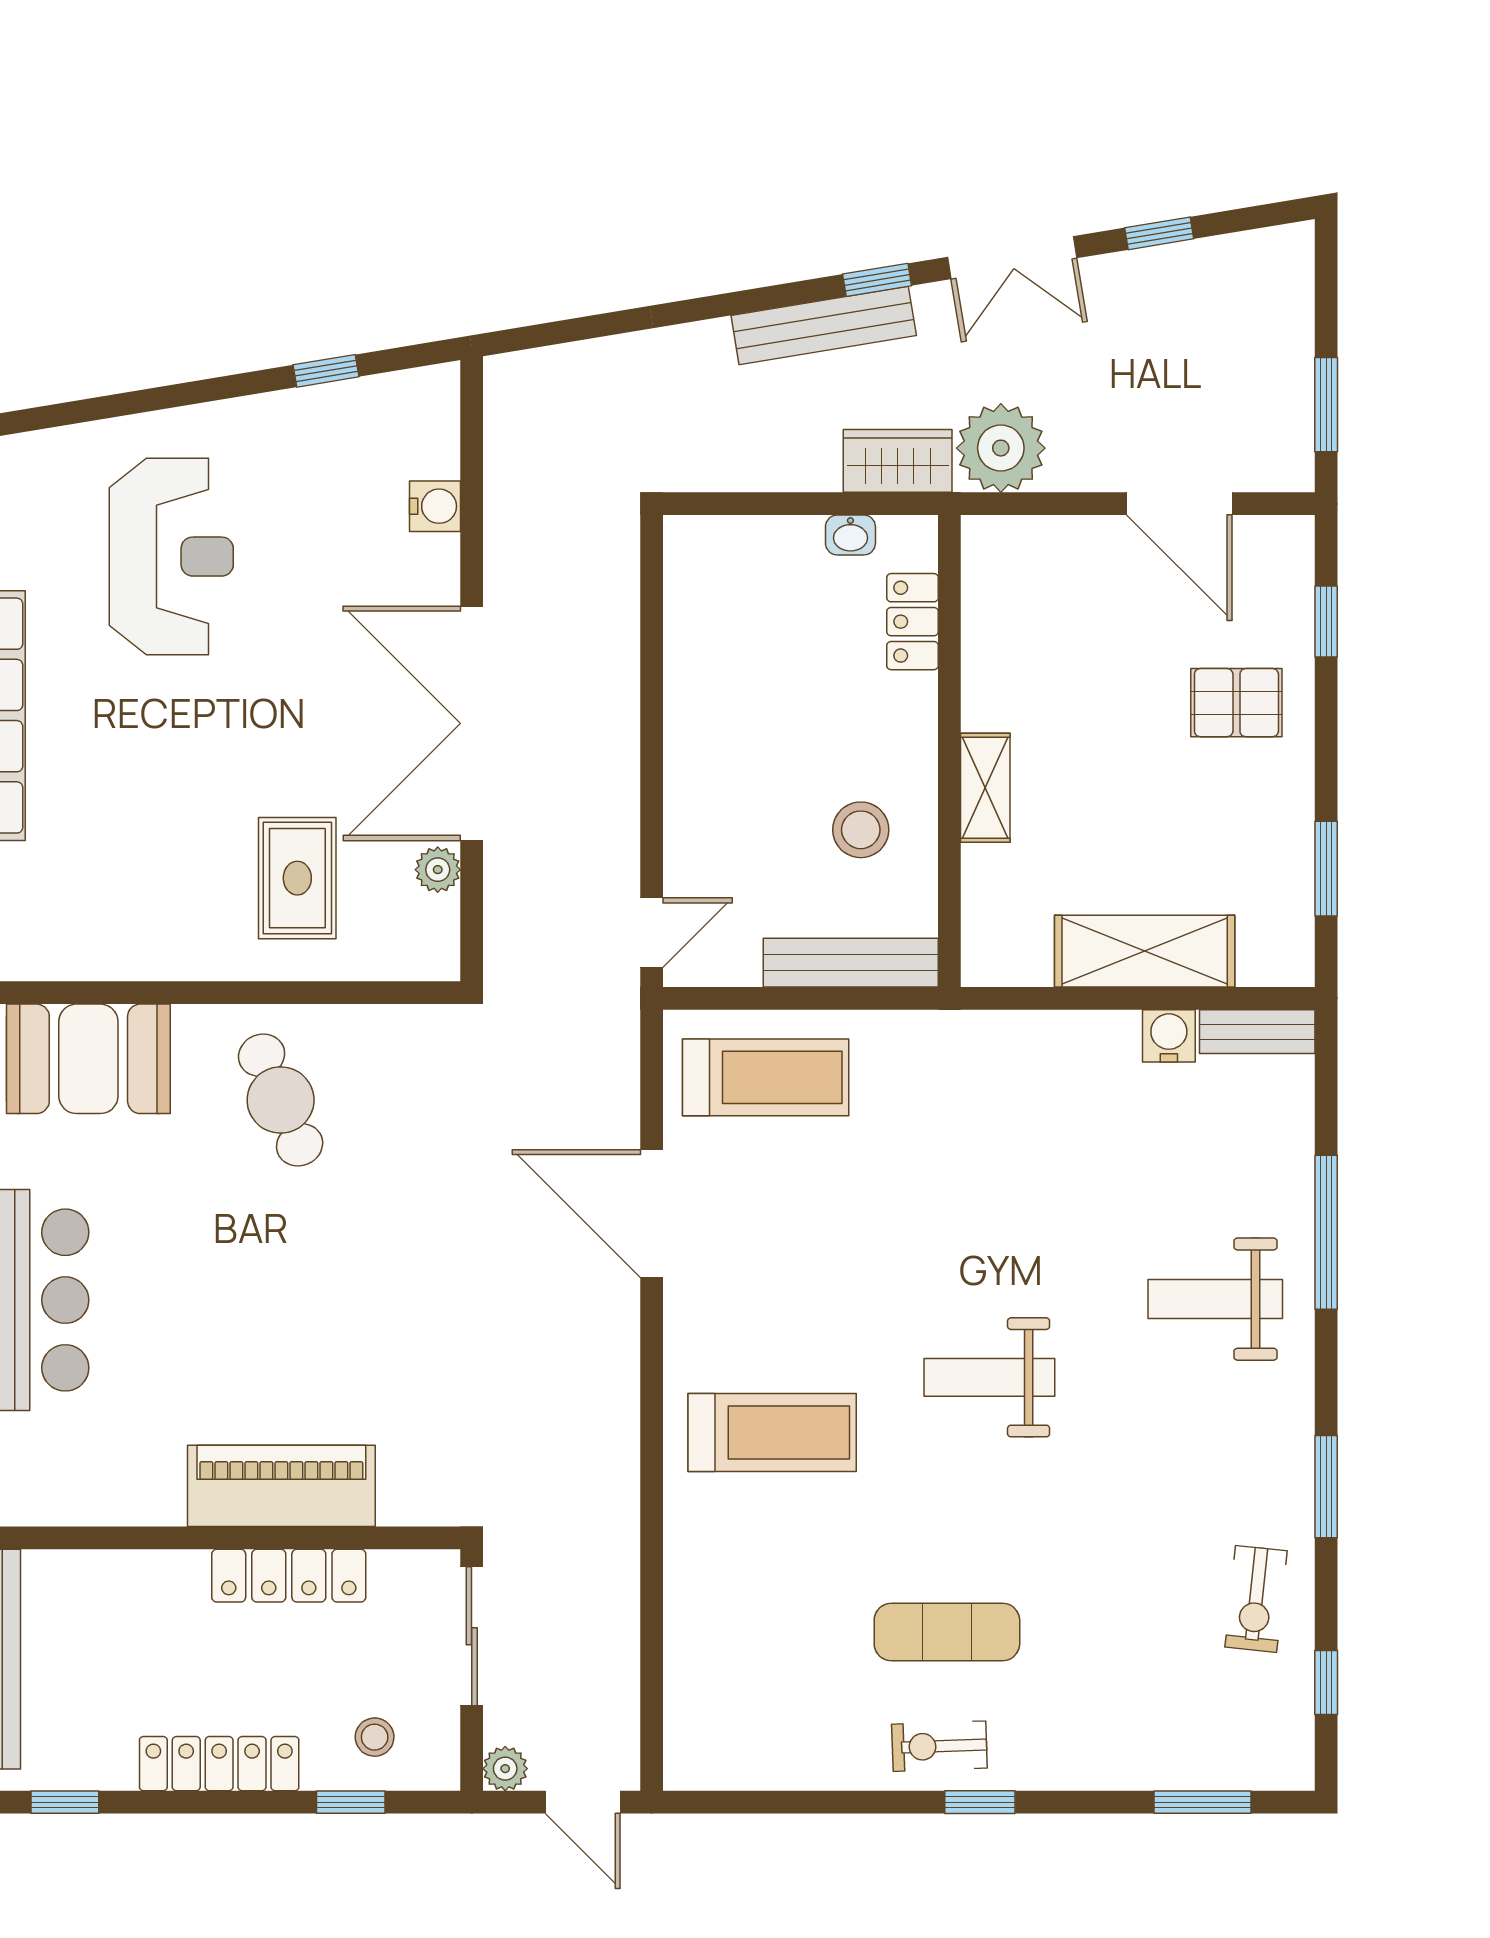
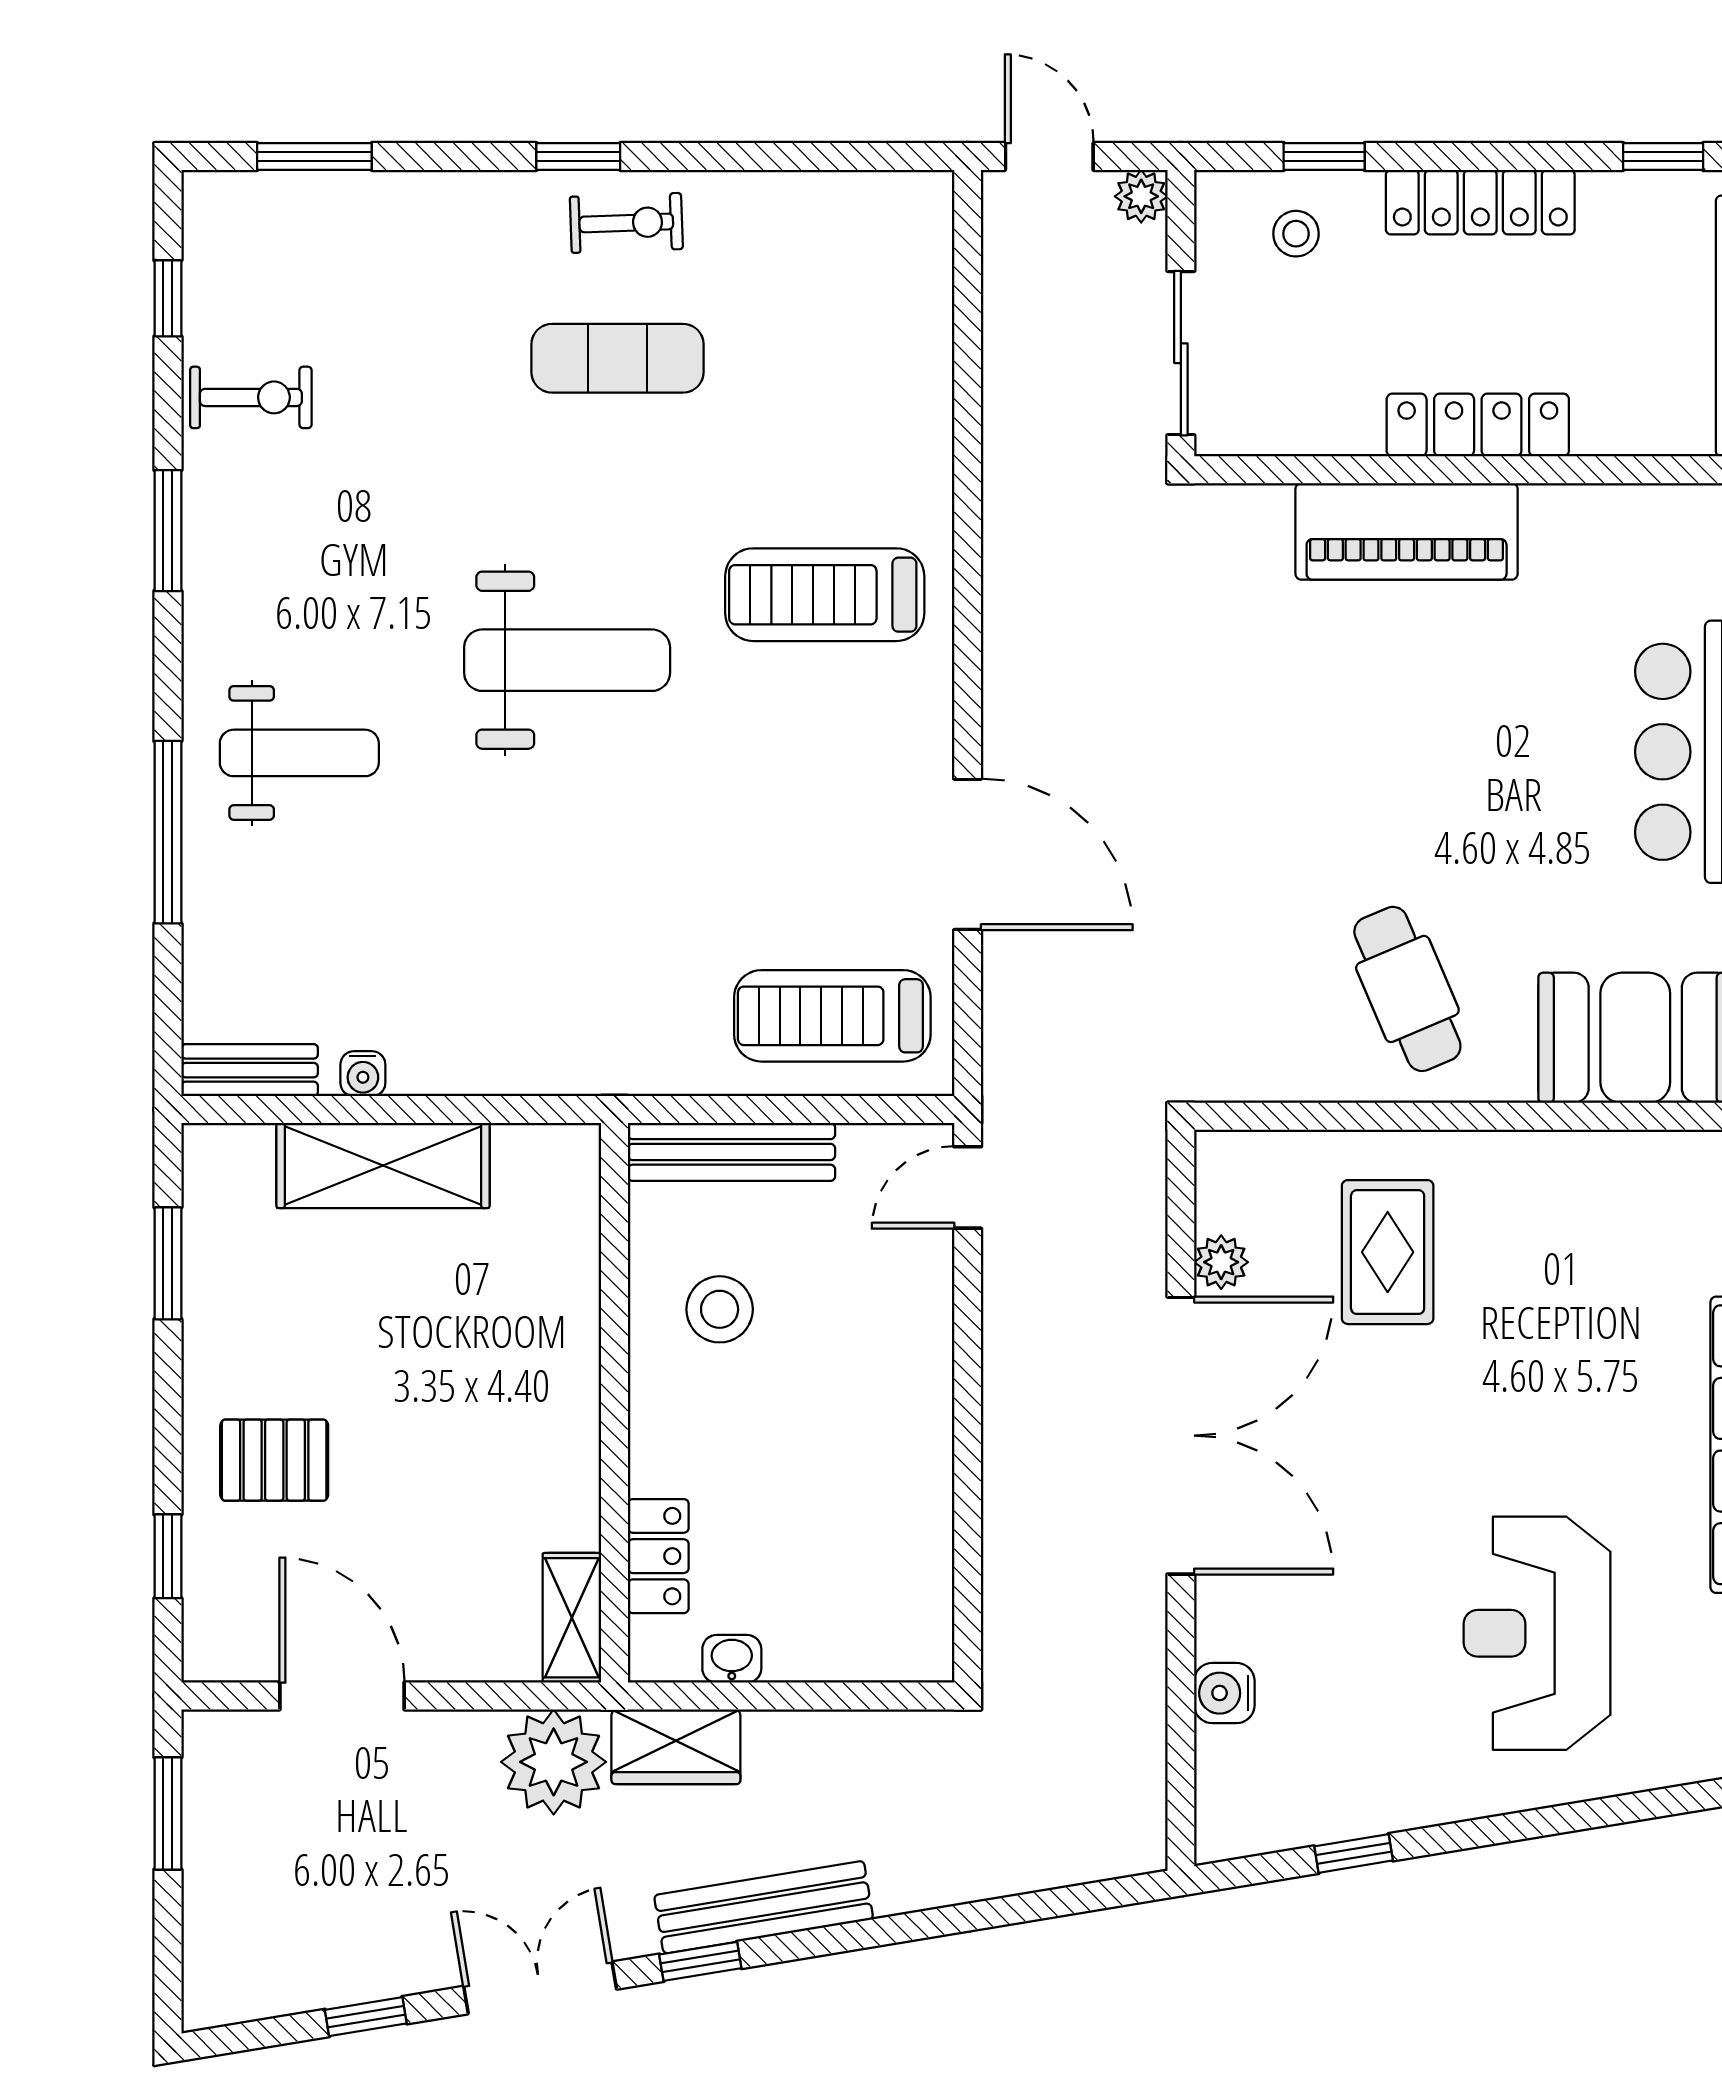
shelving: (985, 788) -> (572, 1618), moved
water cooler: (1169, 1036) -> (363, 1074), width x0.72, depth x0.72
weight bench: (989, 1377) -> (567, 660), width x1.36, depth x1.33
locker: (289, 1576) -> (1478, 425), moved
exercise bike: (1256, 1599) -> (251, 397), turned 84

